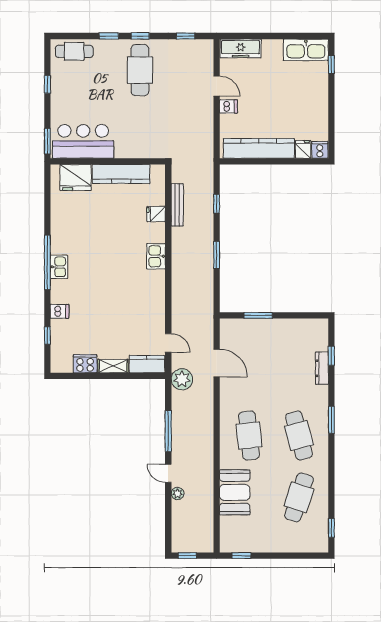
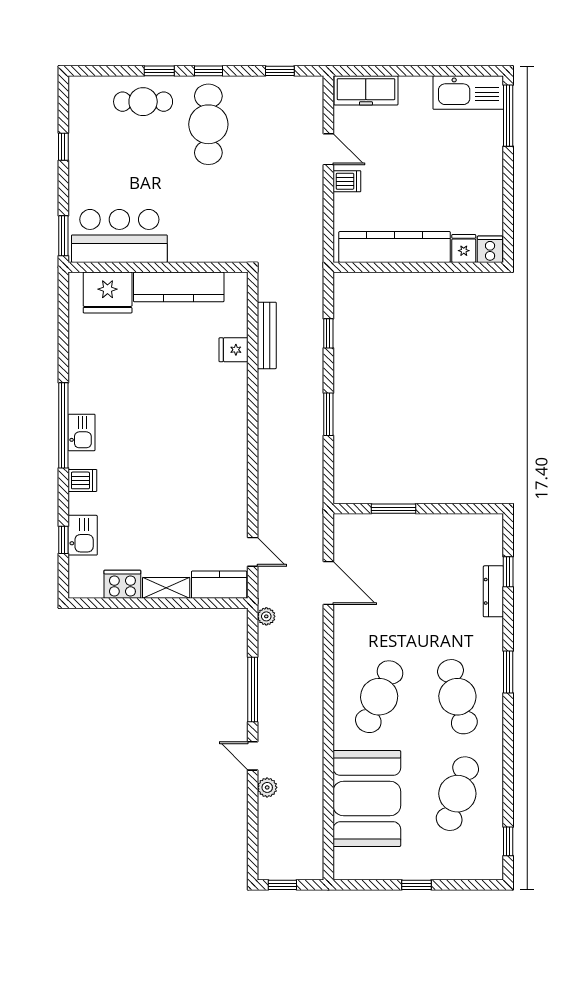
cafe table: (74, 51) -> (143, 102), moved
window: (331, 65) -> (508, 116), width x2.17
kitchen sink: (156, 256) -> (83, 535), moved, turned 180
dishwasher: (60, 311) -> (82, 480), moved
plant: (182, 379) -> (266, 616), width x0.53, depth x0.53
cafe table: (249, 436) -> (379, 697), turned 30
booth: (235, 492) -> (367, 799), width x1.36, depth x1.42
window: (241, 556) -> (417, 885), moved

